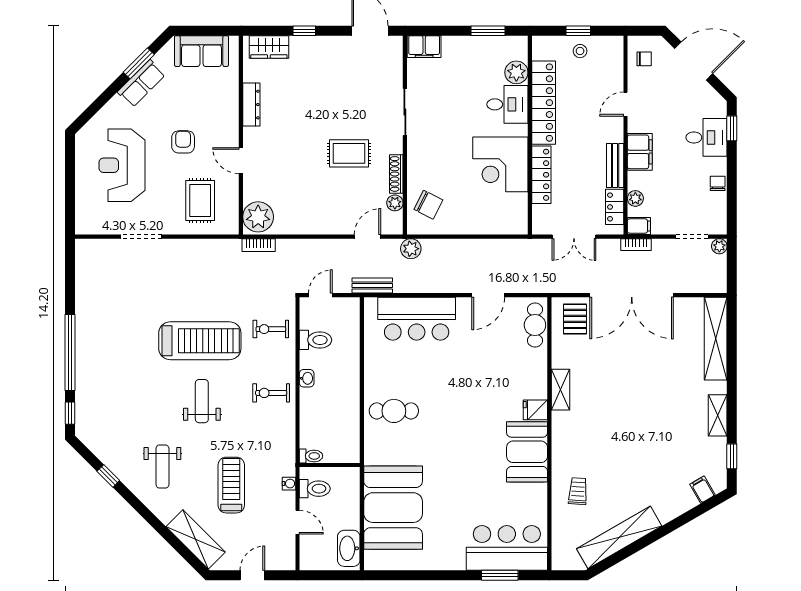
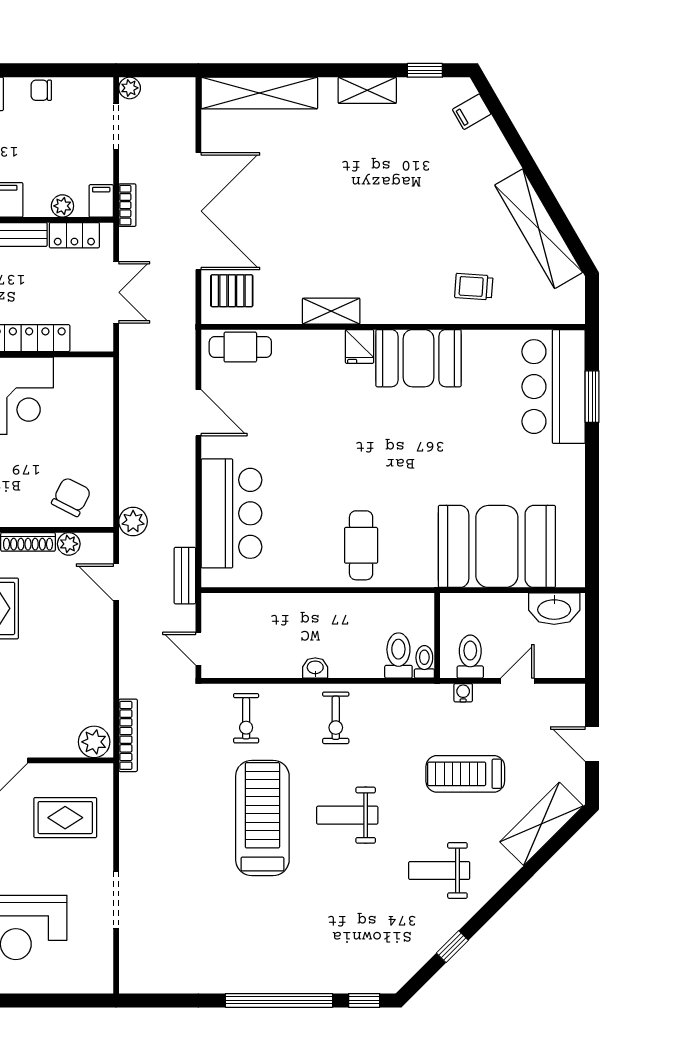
plant: (258, 217) -> (94, 742), width x0.73, depth x0.73
bookcase: (259, 245) -> (128, 735), width x1.56
toilet: (316, 340) -> (398, 655), moved
weight bench: (162, 467) -> (439, 870), turned 180

